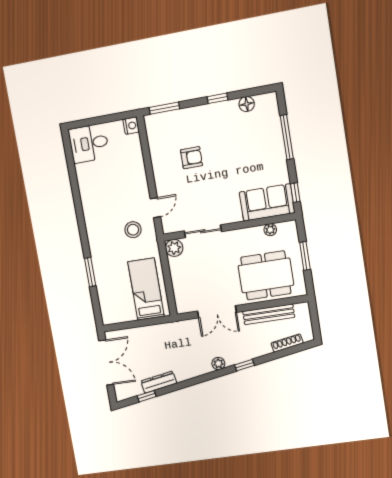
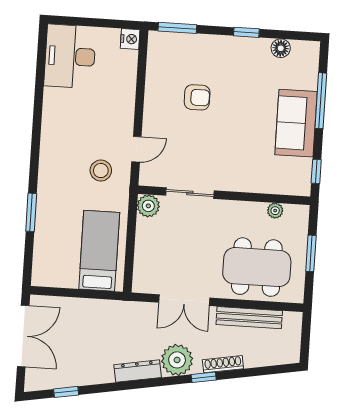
desk: (89, 143) -> (70, 56), width x1.37
sofa: (267, 202) -> (296, 123), moved, turned -90
shoe rack: (287, 343) -> (223, 364), moved
plant: (218, 364) -> (177, 360), width x1.87, depth x1.87
dresser: (159, 382) -> (138, 371), moved

